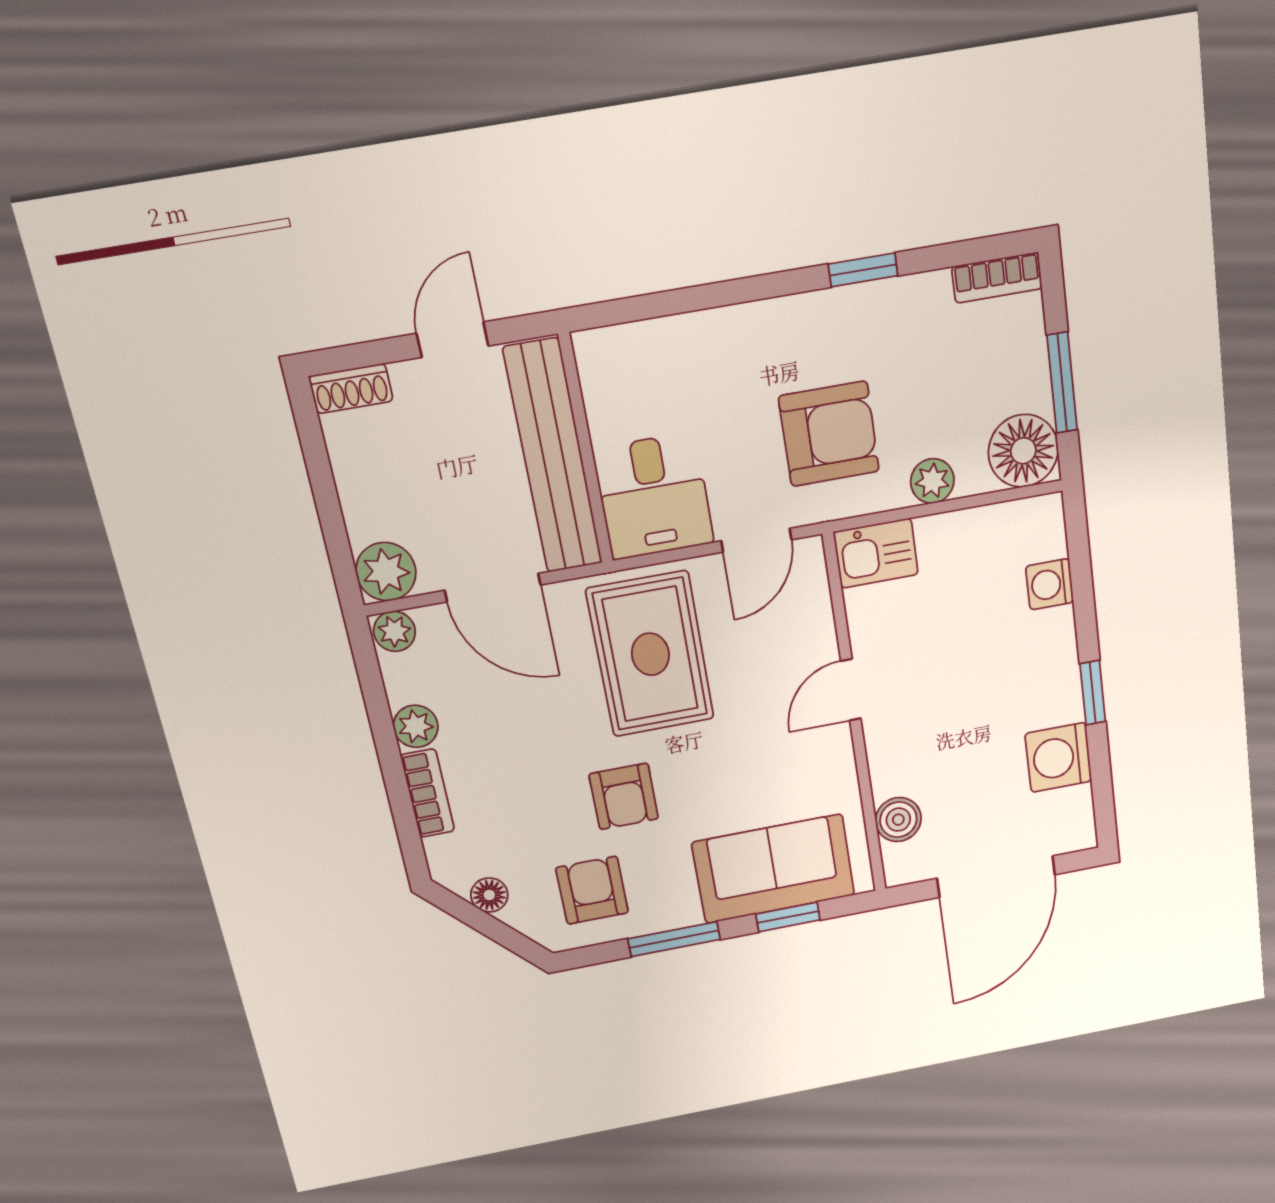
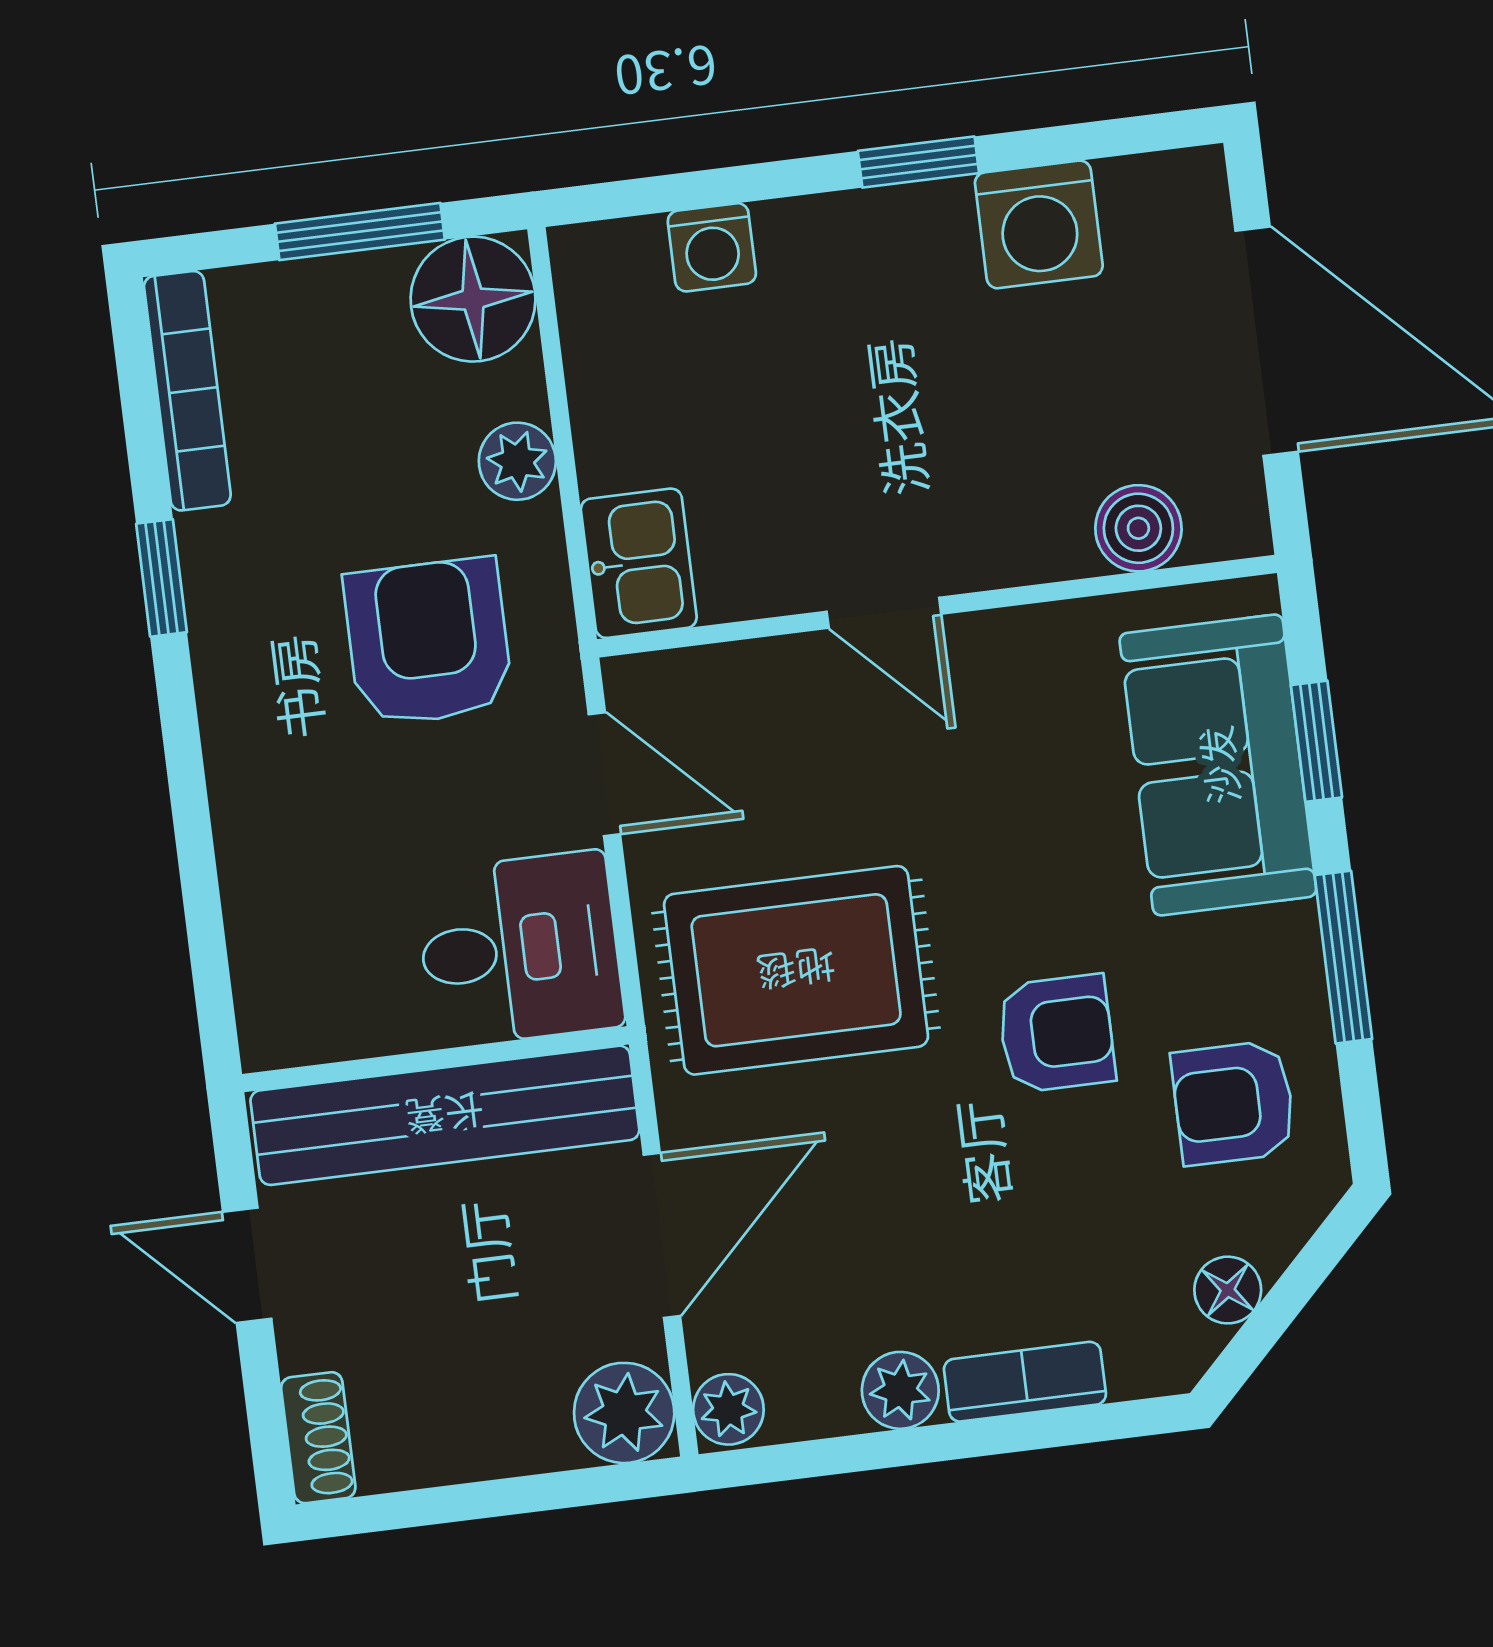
bookcase: (997, 278) -> (187, 391), width x1.56

